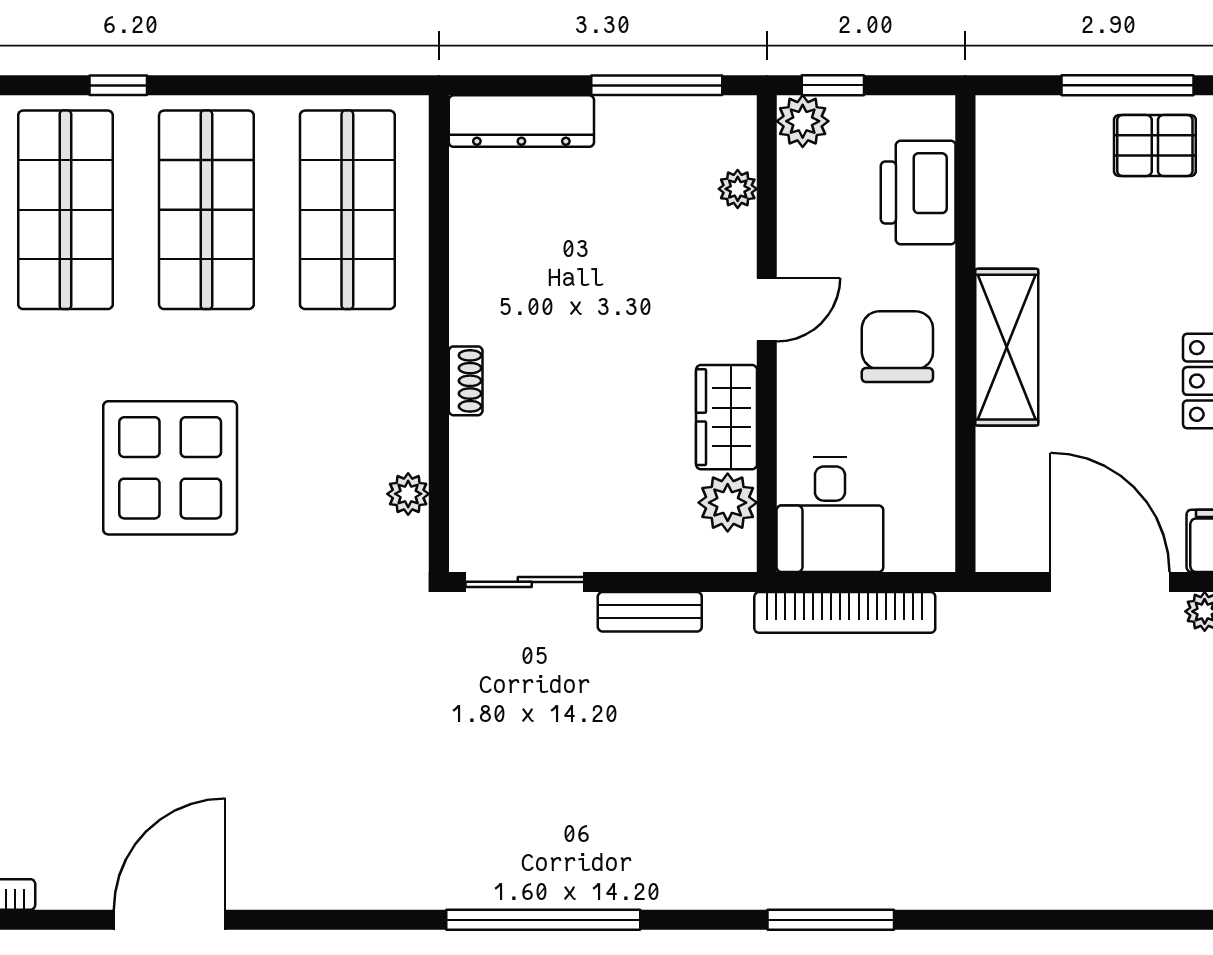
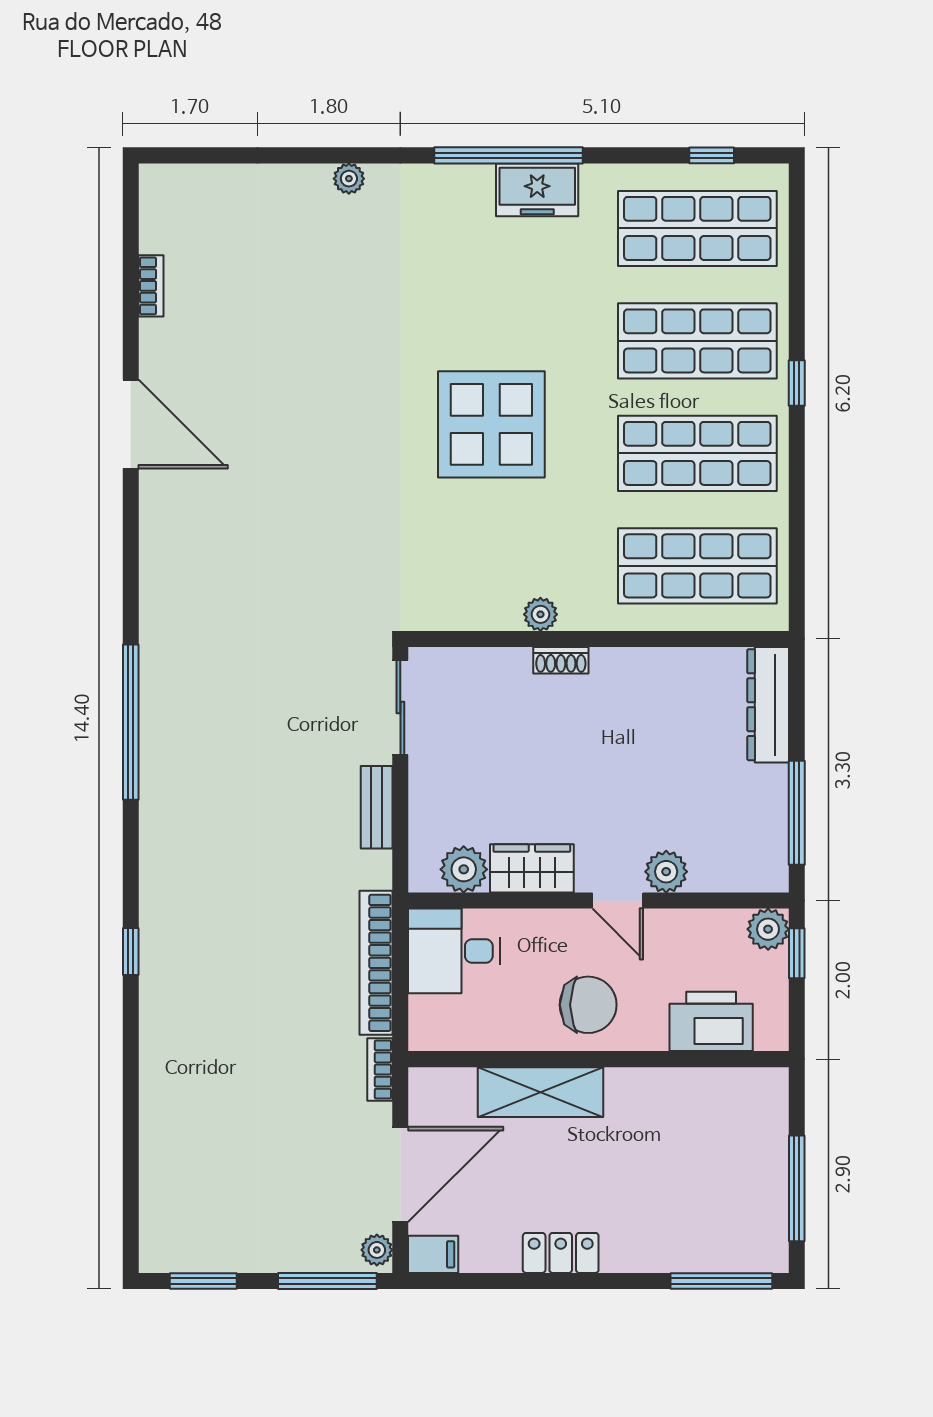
pallet: (1155, 146) -> (749, 1210), removed
plant: (738, 189) -> (666, 872), moved, width x1.38, depth x1.38
shelving: (1007, 347) -> (540, 1092), moved
plant: (408, 494) -> (540, 614), moved
bookcase: (979, 608) -> (380, 1070), added
window: (831, 920) -> (131, 952), width x0.46

